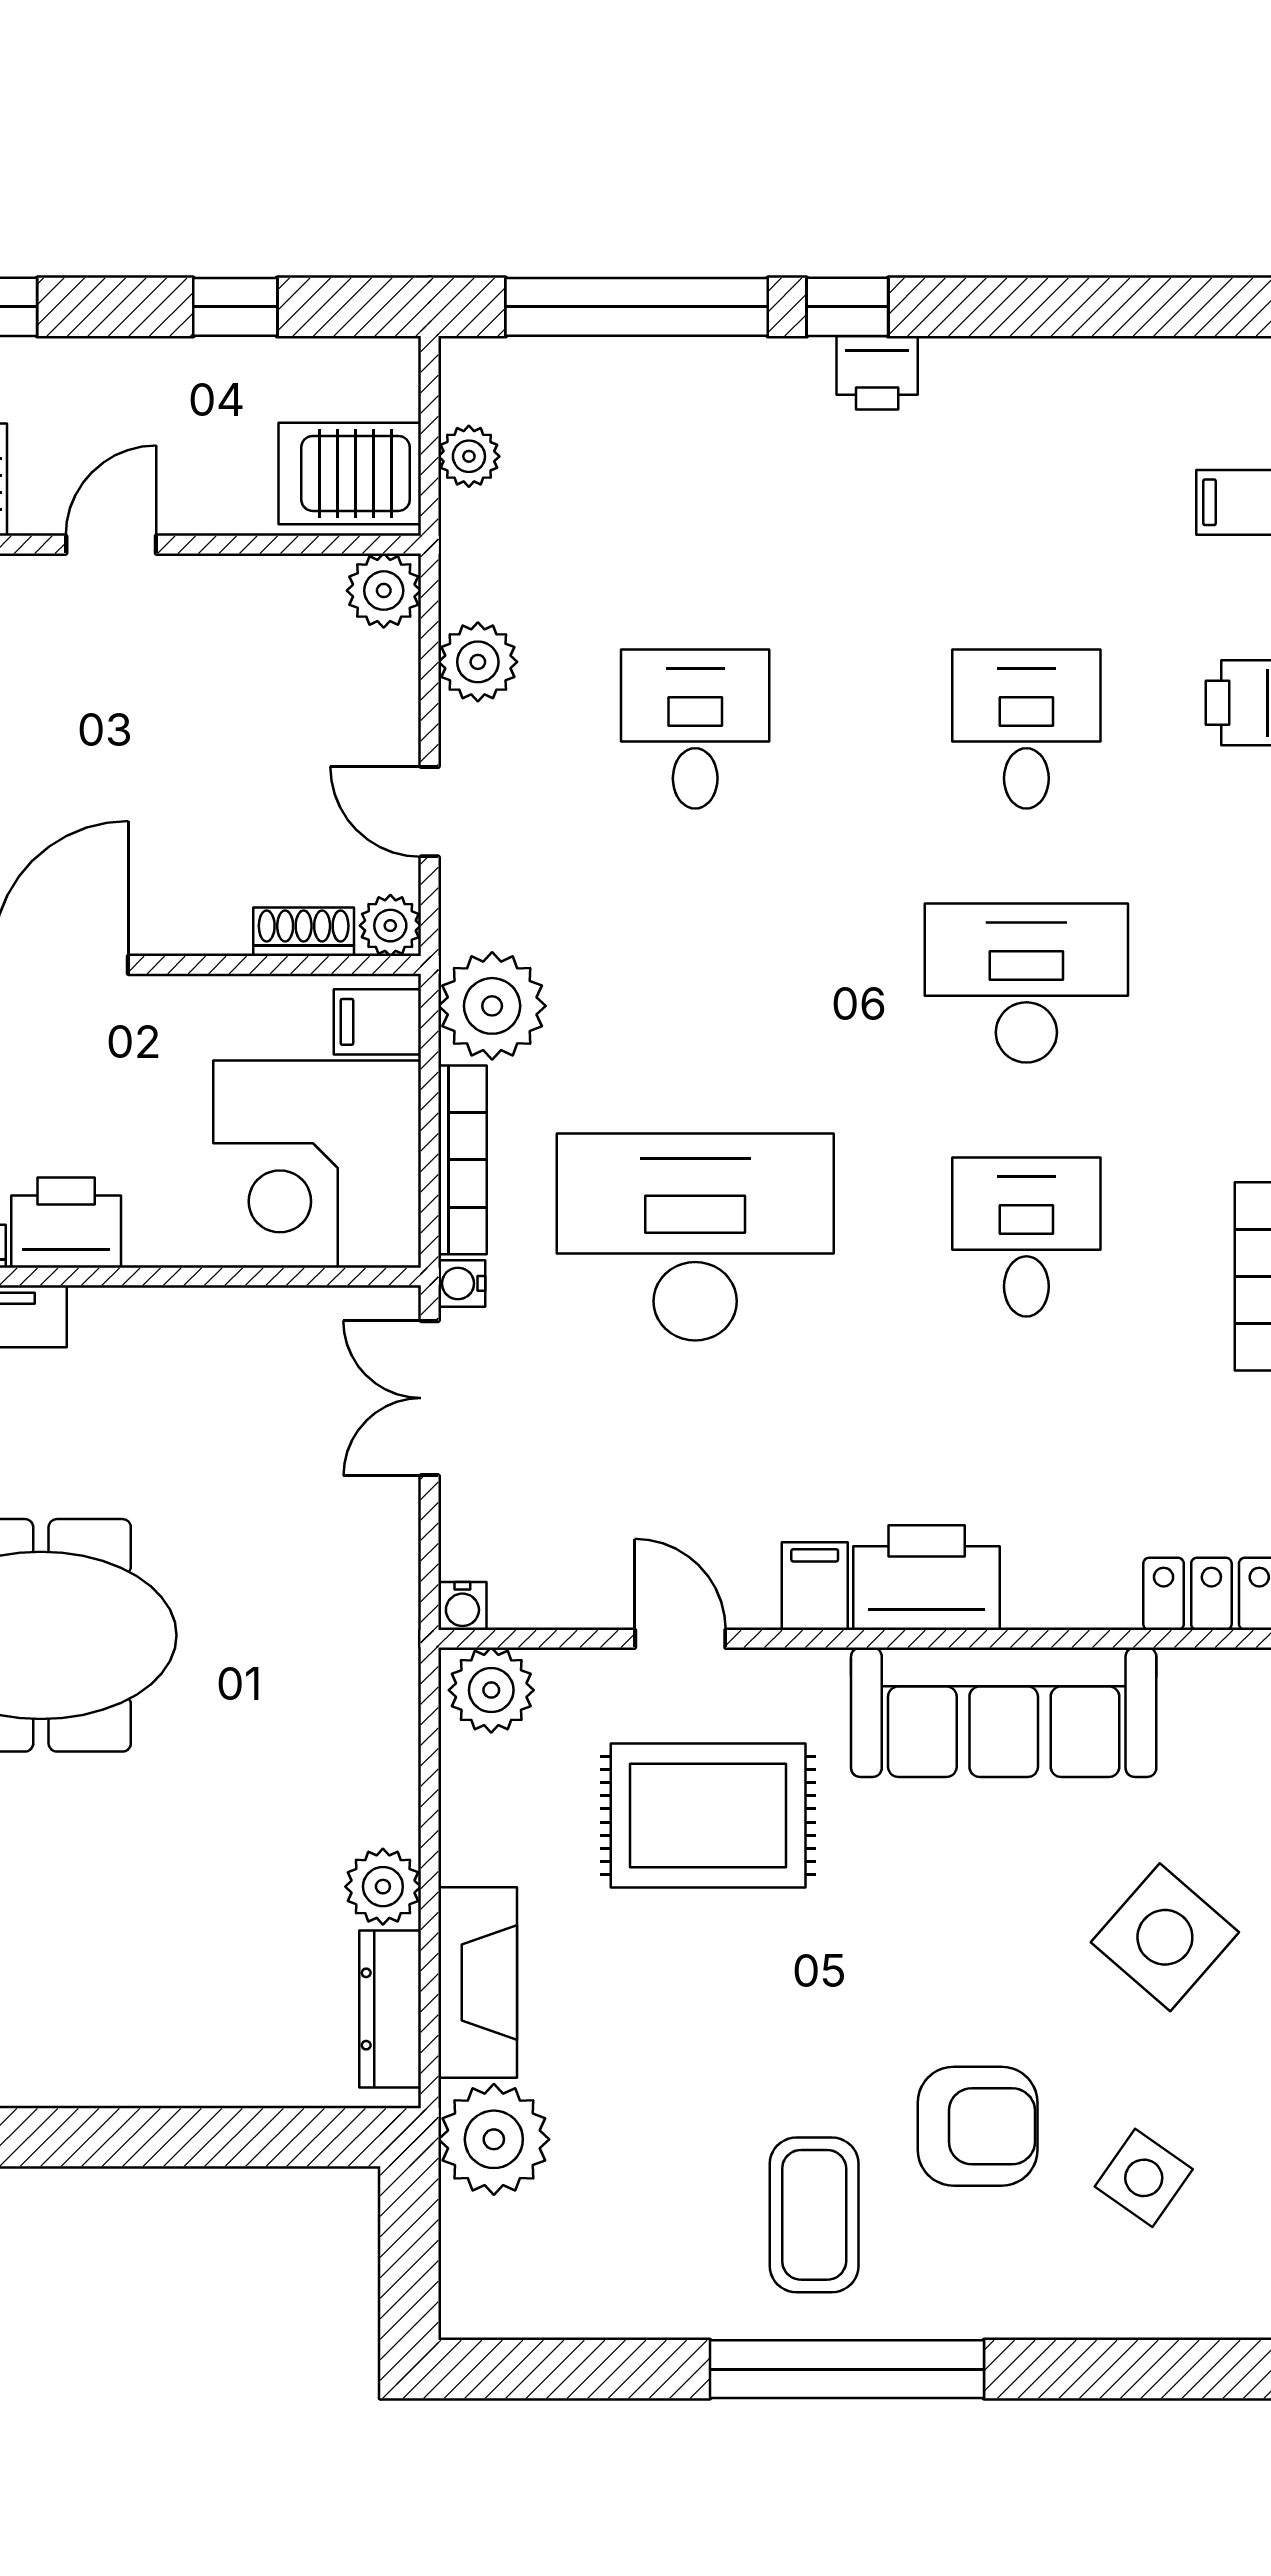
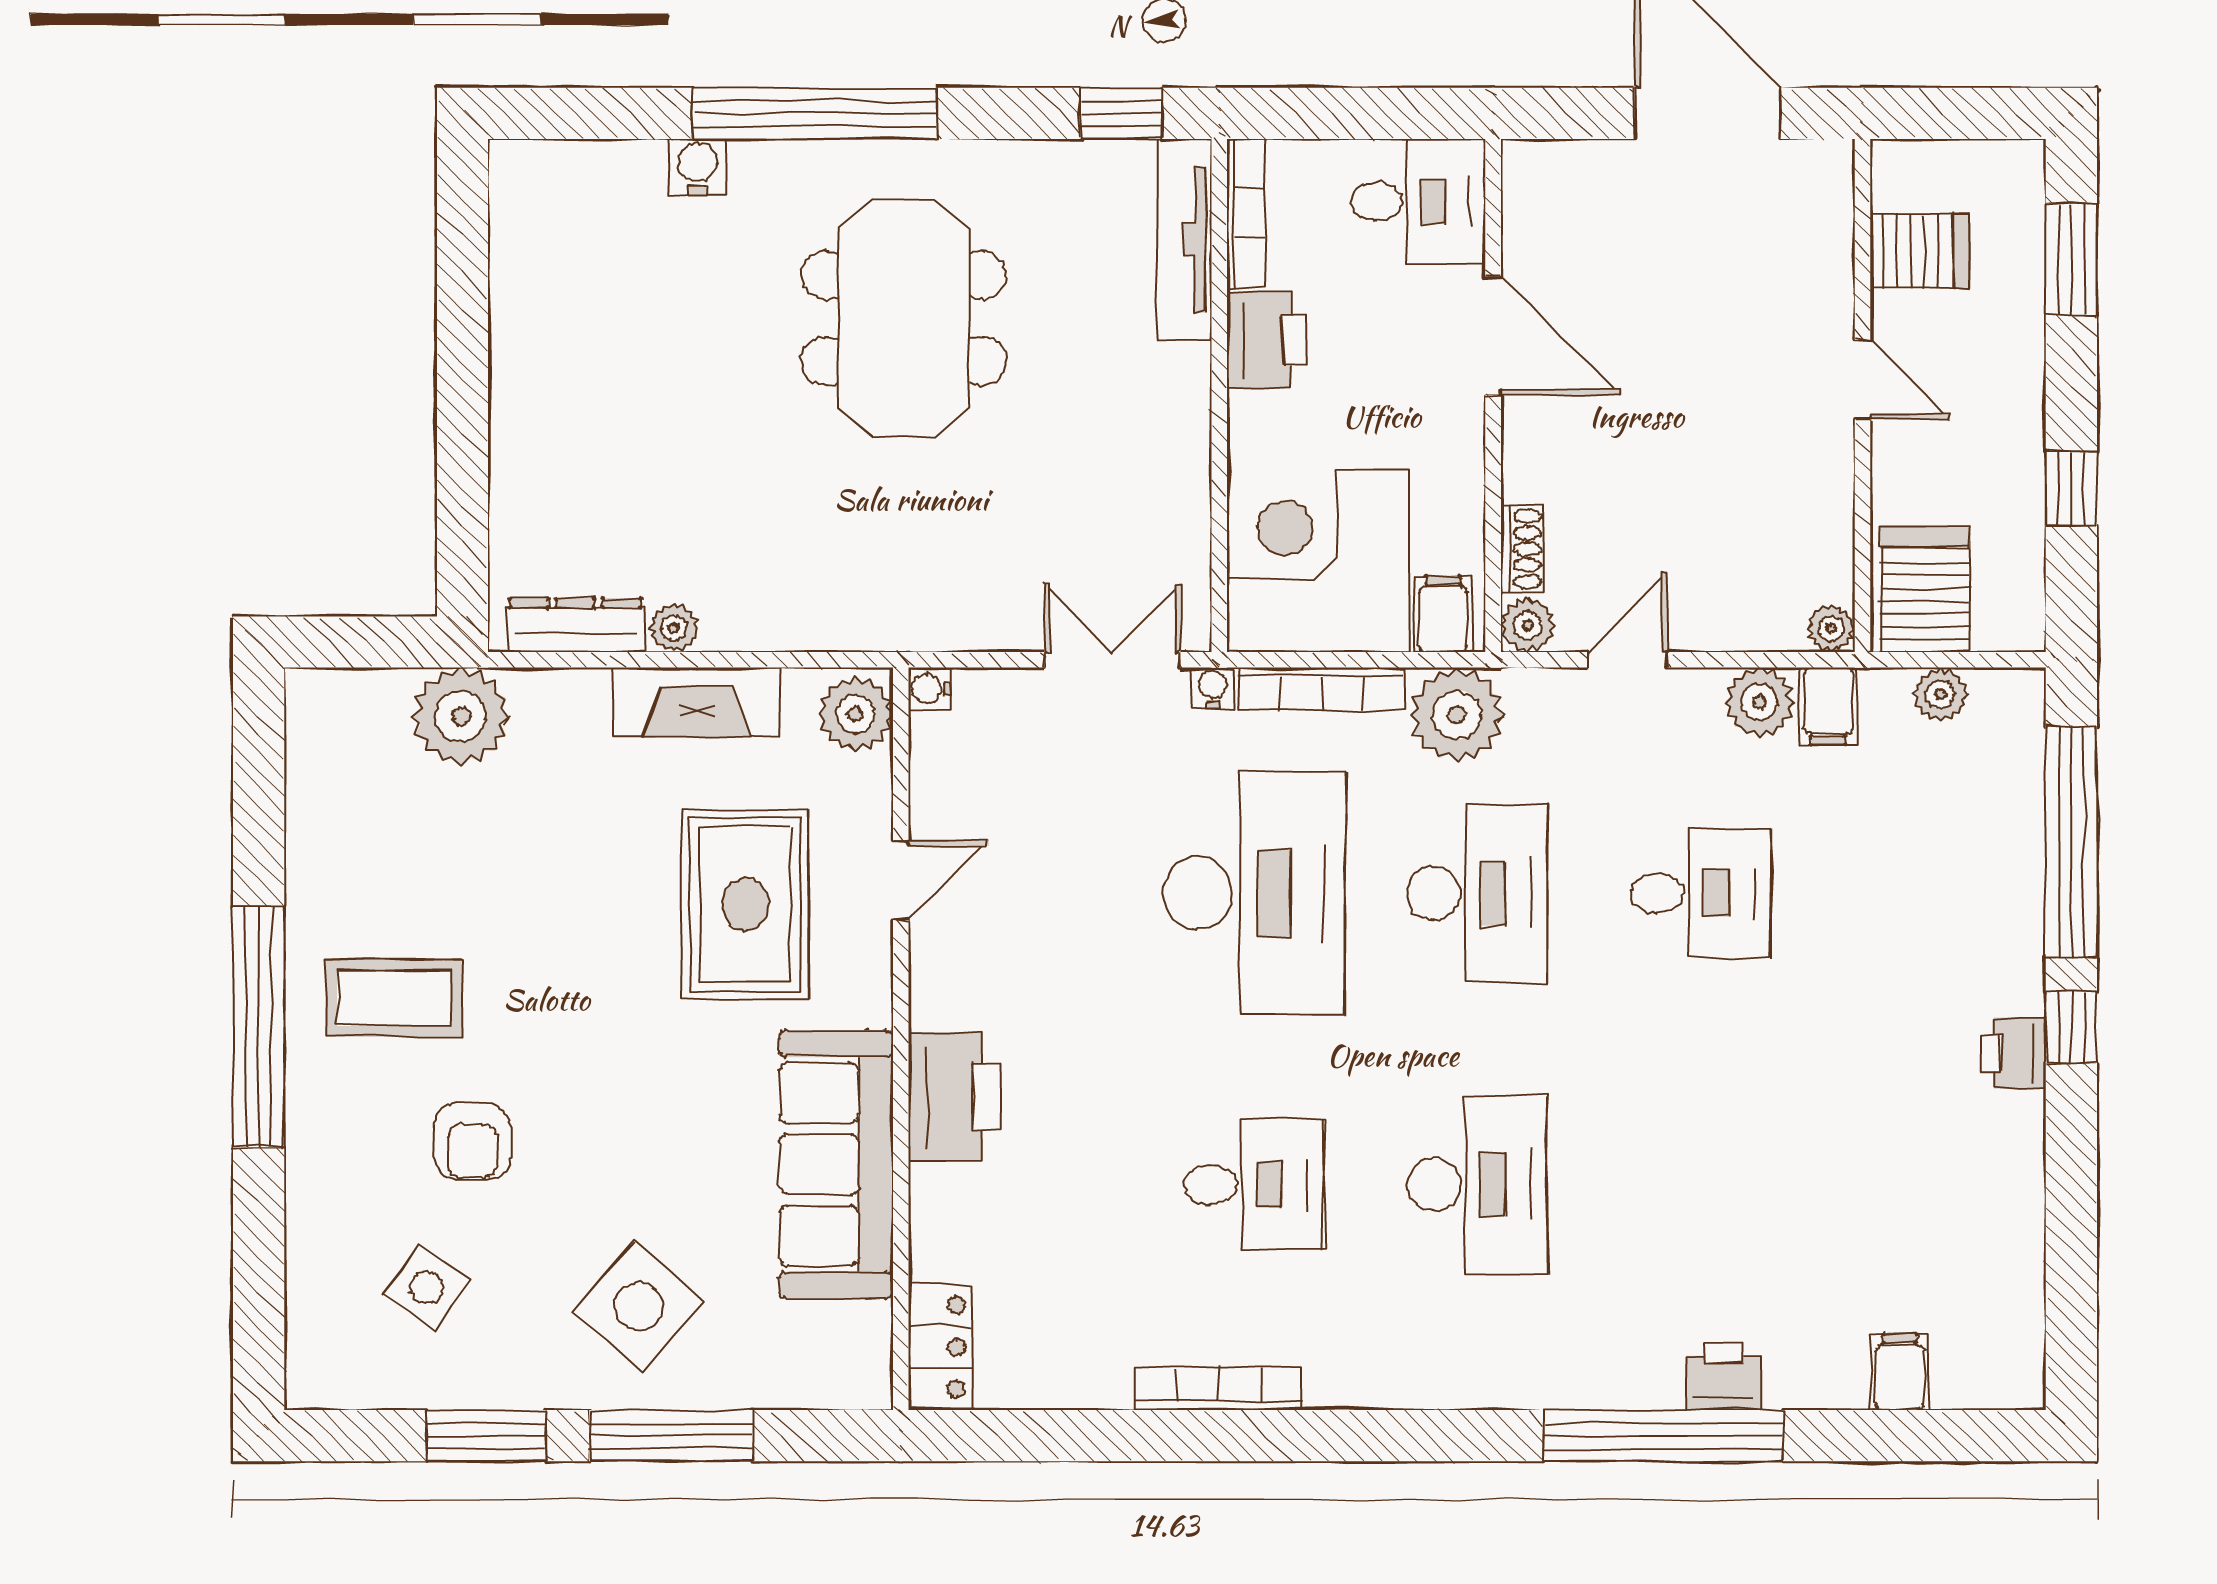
plant: (384, 591) -> (1831, 628), width x0.73, depth x0.73
desk: (1026, 729) -> (1477, 893), moved, width x1.37
filing cabinet: (815, 1586) -> (1828, 706), moved, turned 90
plant: (383, 1887) -> (674, 628), width x0.73, depth x0.73
fireplace: (478, 1983) -> (696, 702), moved
armchair: (978, 2126) -> (472, 1142), width x0.72, depth x0.72

